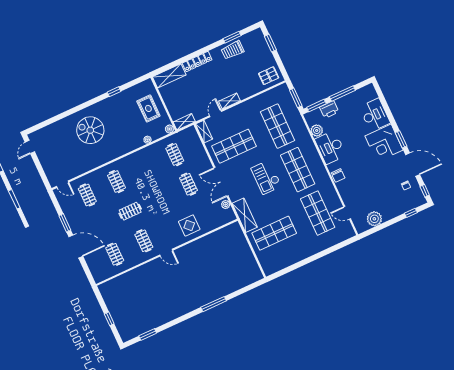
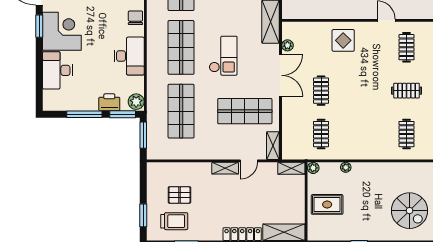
trolley: (233, 50) -> (174, 221), moved
pallet: (269, 76) -> (179, 195), moved
rug: (148, 108) -> (327, 204), turned 90
plant: (317, 130) -> (136, 102), moved

